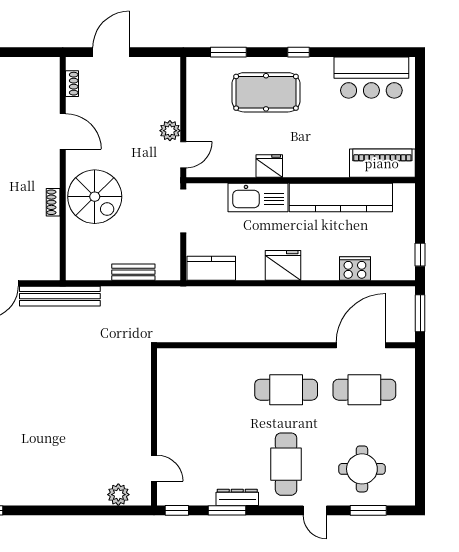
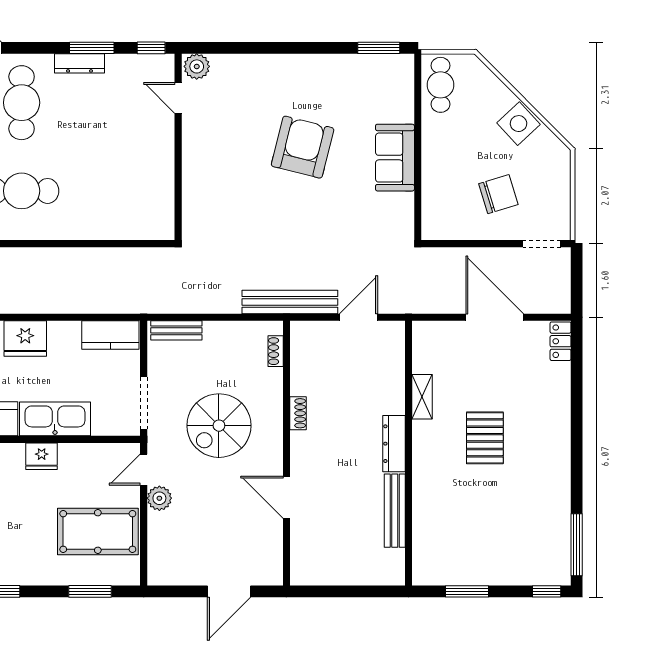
shoe rack: (72, 84) -> (276, 351), moved
pool table: (266, 92) -> (98, 531), moved
spiral stairs: (95, 197) -> (219, 426), moved, turned -90
bench: (133, 272) -> (176, 330), moved
armchair: (49, 427) -> (303, 147), added
plant: (118, 495) -> (197, 66), moved

